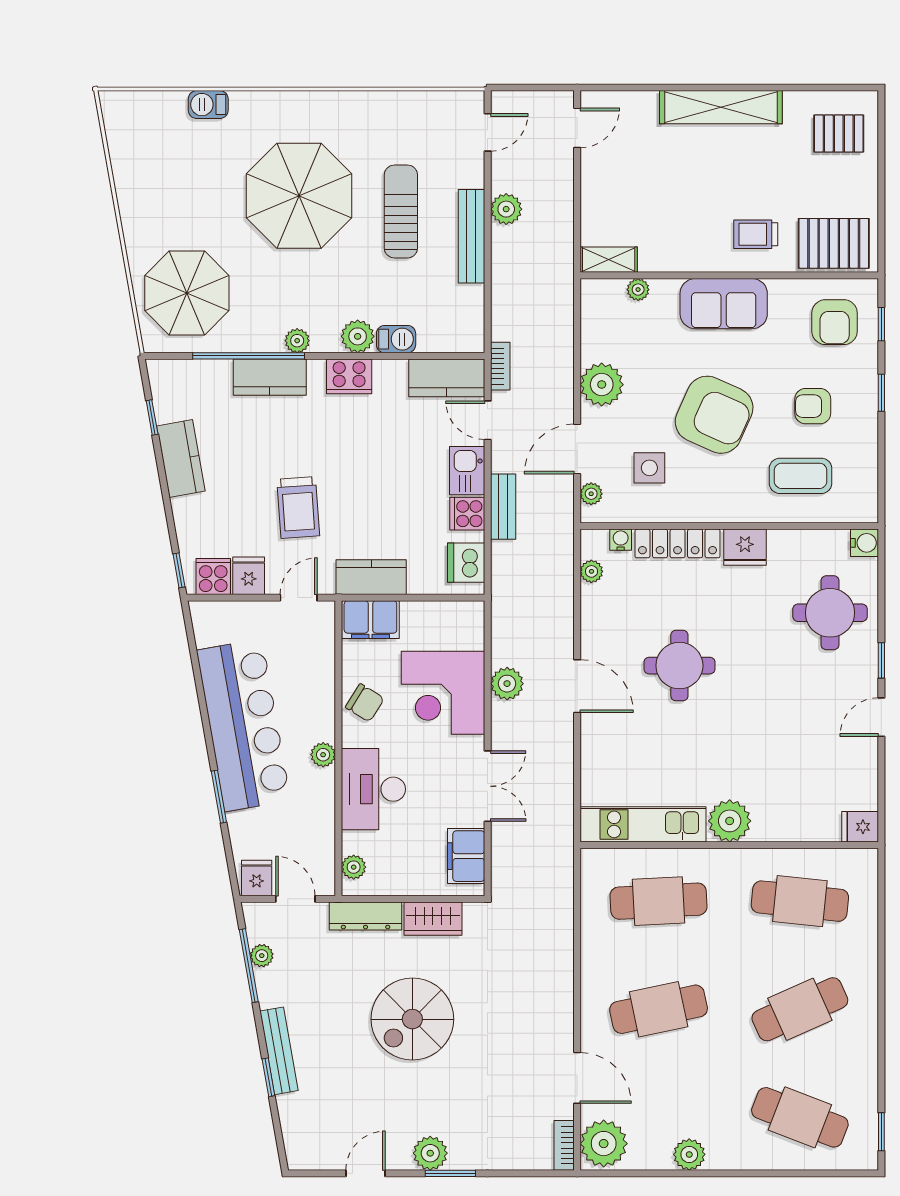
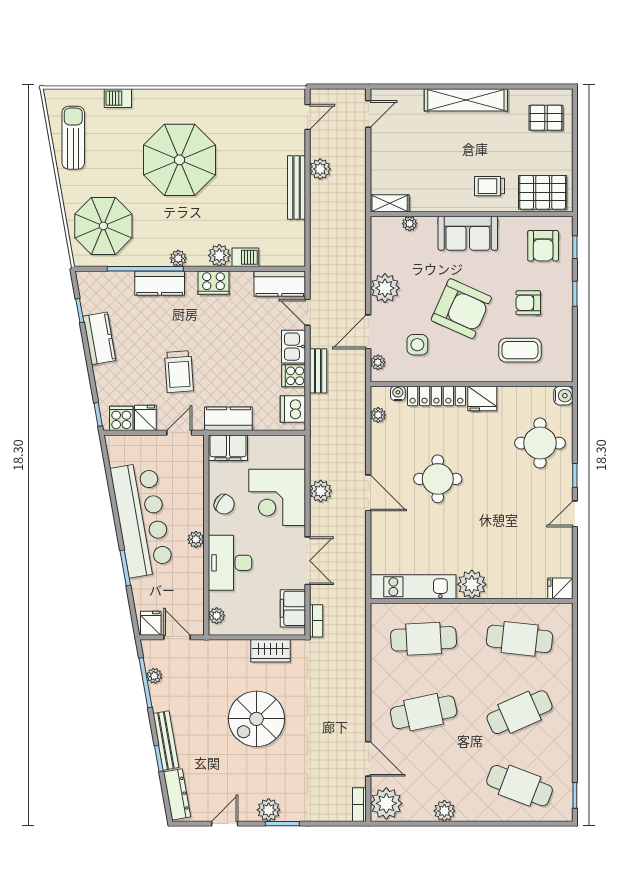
sun lounger: (401, 211) -> (73, 138), moved
bookcase: (500, 366) -> (316, 621), moved
dresser: (366, 916) -> (177, 794), moved, turned -100

